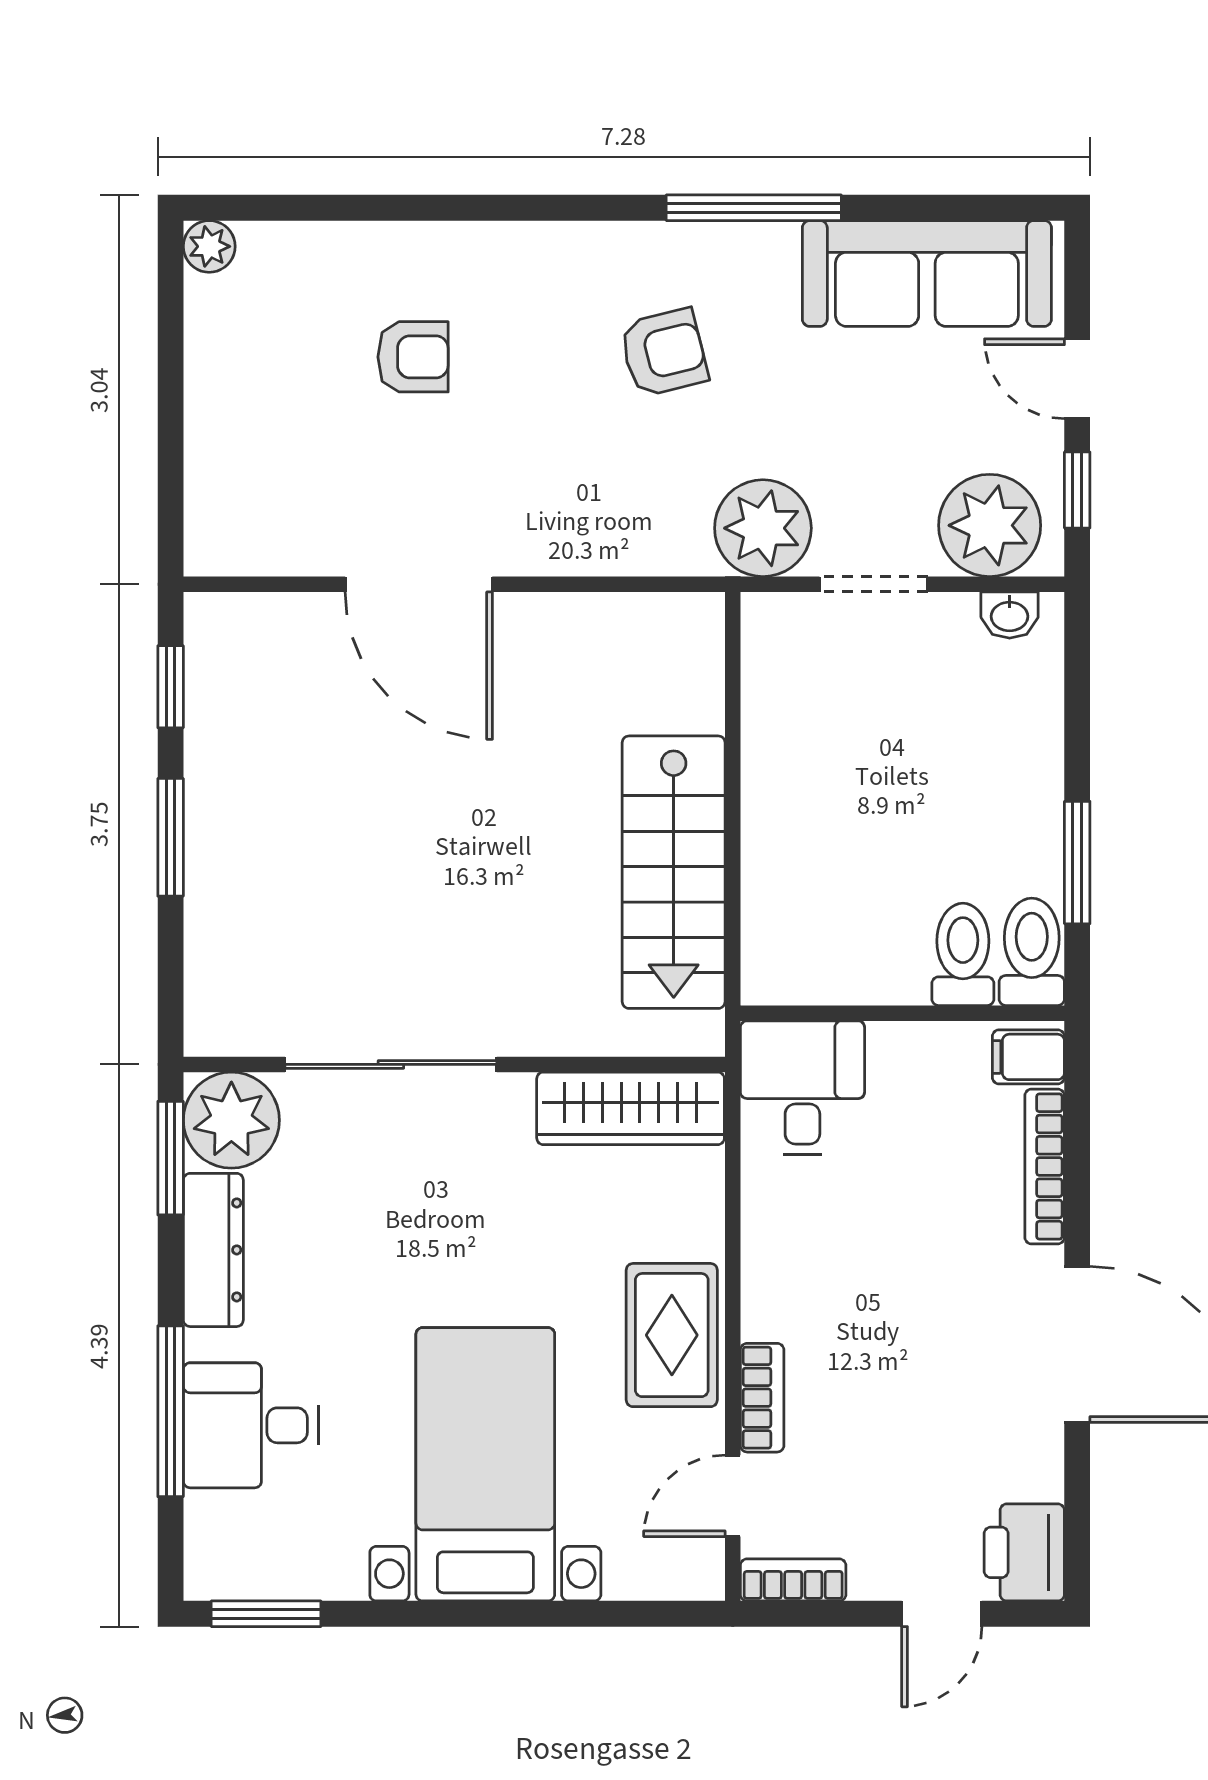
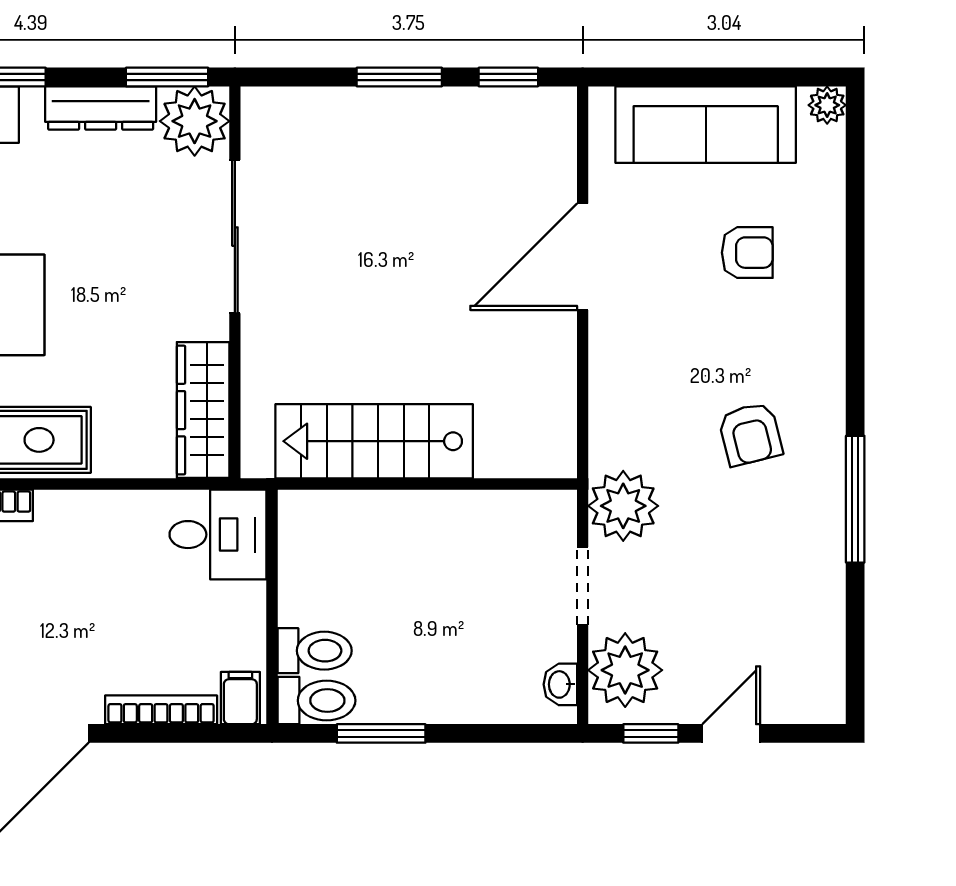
sofa: (927, 273) -> (706, 125), moved, turned -90
armchair: (413, 357) -> (747, 253), turned -90

